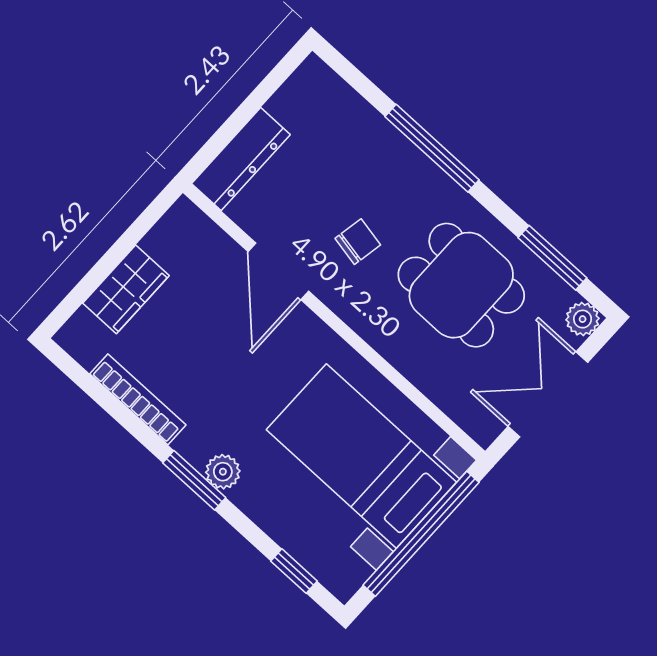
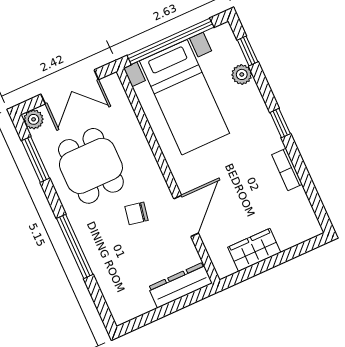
wardrobe: (126, 289) -> (254, 250), moved
bookcase: (138, 399) -> (287, 170), width x0.64
plant: (223, 472) -> (242, 74), moved
window: (194, 480) -> (280, 123), width x0.67

